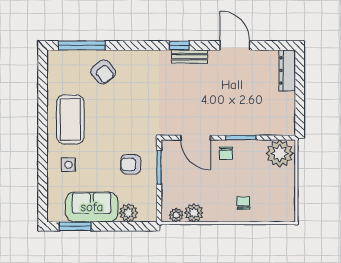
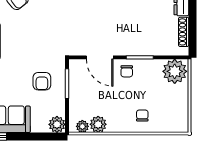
shoe rack: (290, 109) -> (184, 32), added
armchair: (131, 164) -> (42, 81), turned -90
plant: (128, 213) -> (57, 124), moved

